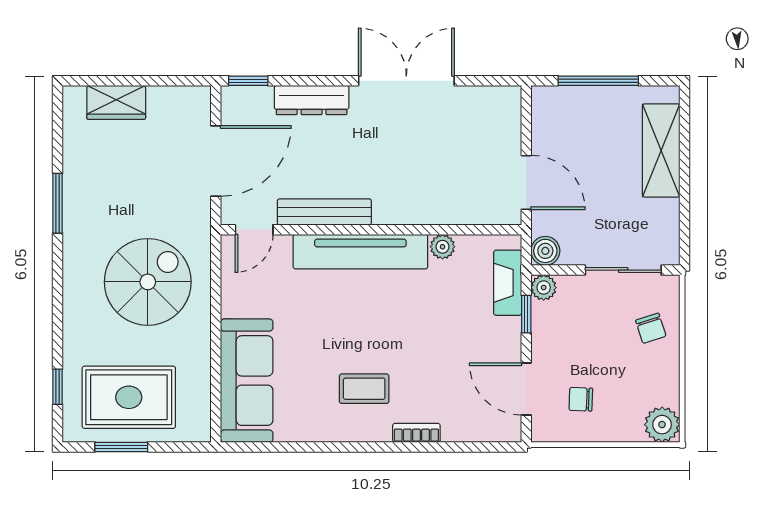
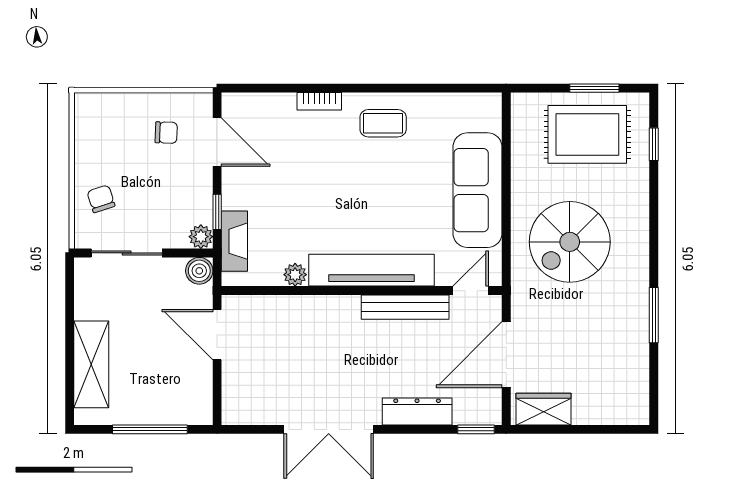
wardrobe: (116, 102) -> (543, 409), moved
sofa: (247, 381) -> (477, 190), moved
coffee table: (364, 389) -> (383, 123), moved
plant: (662, 425) -> (91, 109), removed

